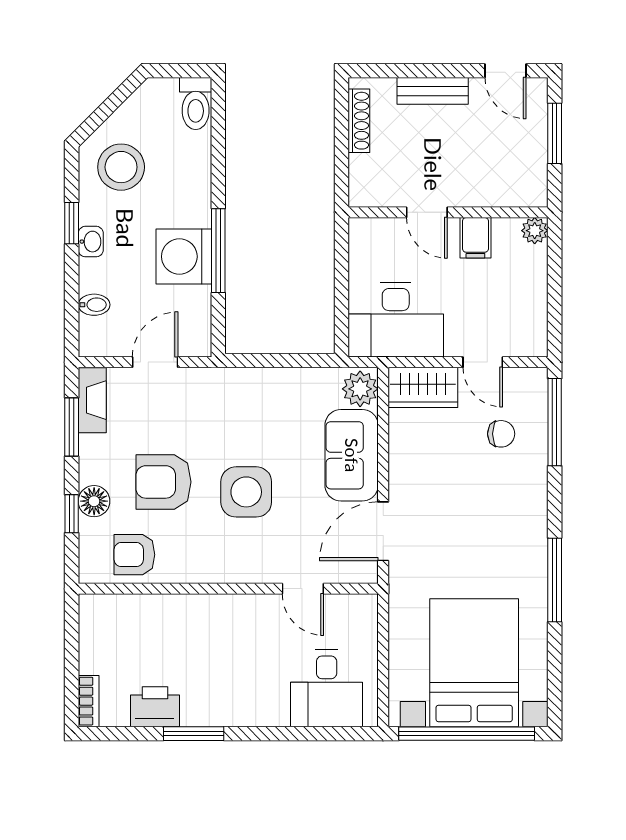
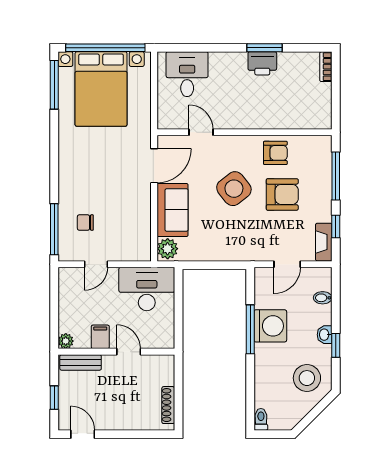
bench: (433, 91) -> (81, 362), moved
toilet: (196, 104) -> (261, 419), width x0.73, depth x0.72
window: (555, 133) -> (54, 398), width x0.67
door: (483, 362) -> (96, 264), swing flipped
wardrobe: (423, 387) -> (131, 250), removed
window: (72, 427) -> (336, 226), width x0.67
side table: (246, 492) -> (234, 189), turned -38
floor lamp: (94, 501) -> (323, 183), removed
window: (72, 514) -> (336, 176), width x2.17
armchair: (134, 555) -> (275, 153), moved
window: (555, 580) -> (54, 85), moved
printer: (155, 707) -> (262, 63), moved

